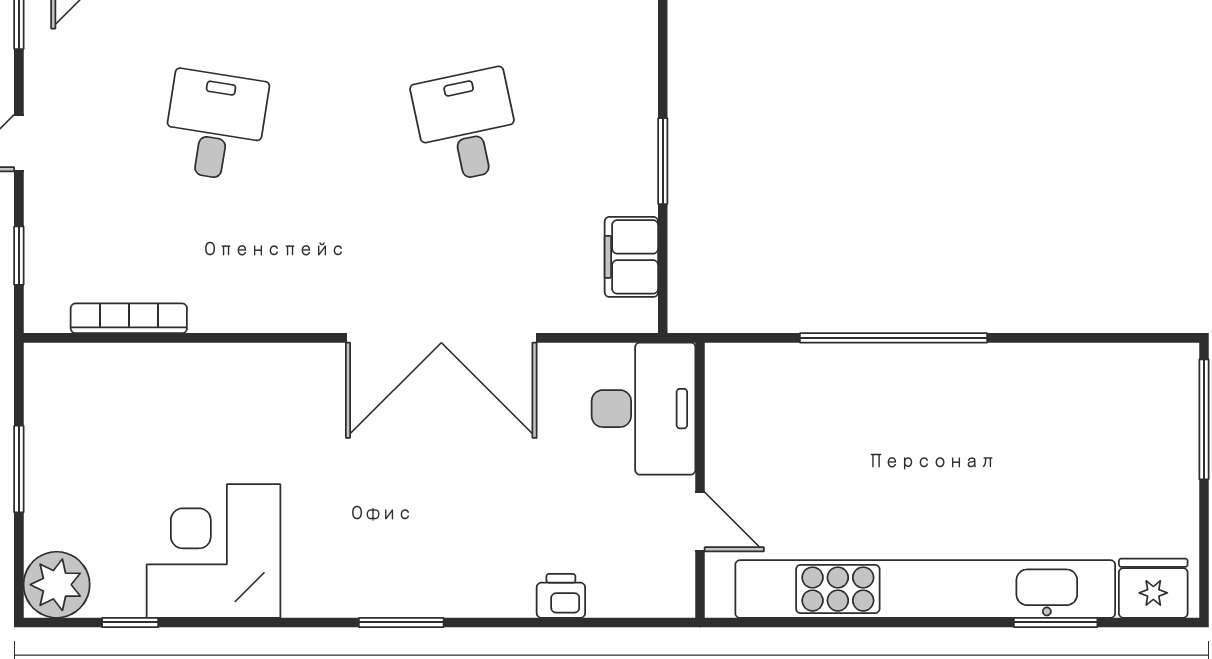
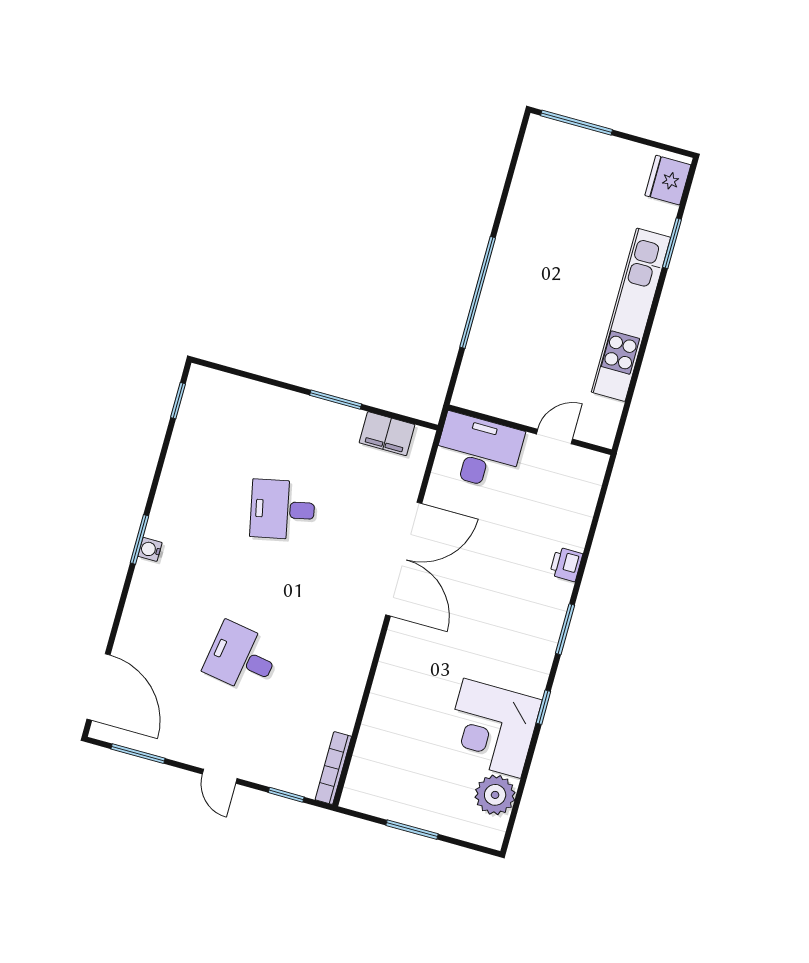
bookcase: (129, 318) -> (333, 768), moved
plant: (57, 585) -> (495, 795), moved
kitchen unit: (925, 589) -> (631, 315), width x0.73
printer: (561, 596) -> (566, 564), moved
window: (130, 622) -> (543, 707), moved

